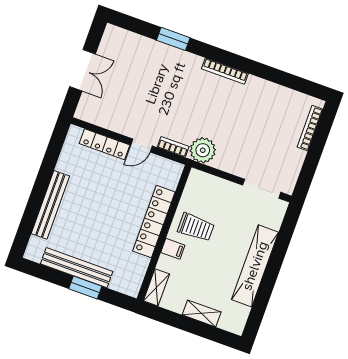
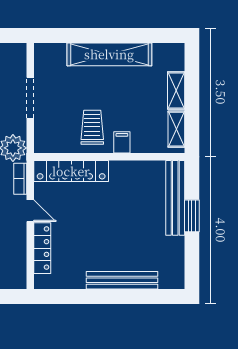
doorway: (262, 189) -> (30, 98), moved
locker: (154, 221) -> (71, 171), moved
bench: (77, 268) -> (175, 198), moved
shelving: (156, 287) -> (176, 129), moved, turned 90

